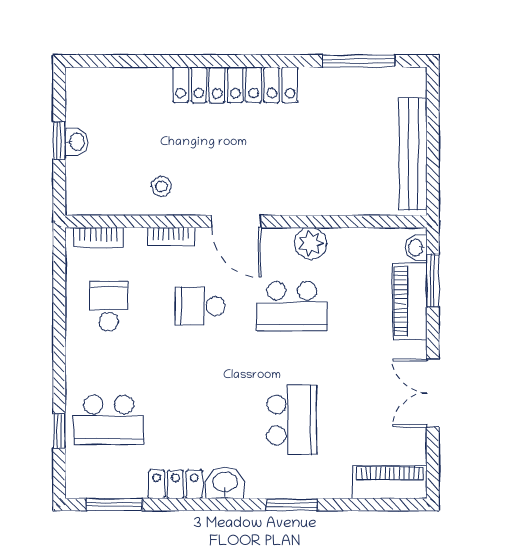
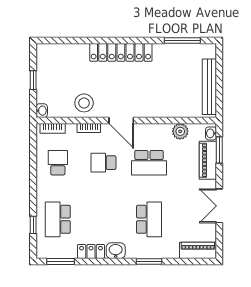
washbasin: (76, 142) -> (42, 111), moved
stool: (161, 186) -> (84, 103), width x1.89, depth x1.89
plant: (311, 243) -> (180, 131), moved
school desk: (109, 420) -> (58, 219), turned 90

